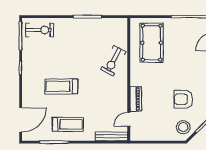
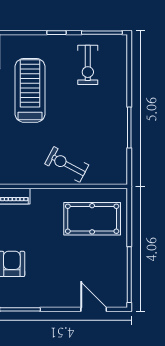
exercise bike: (40, 30) -> (88, 65), moved
treadmill: (61, 86) -> (30, 90), width x1.37, depth x1.38

